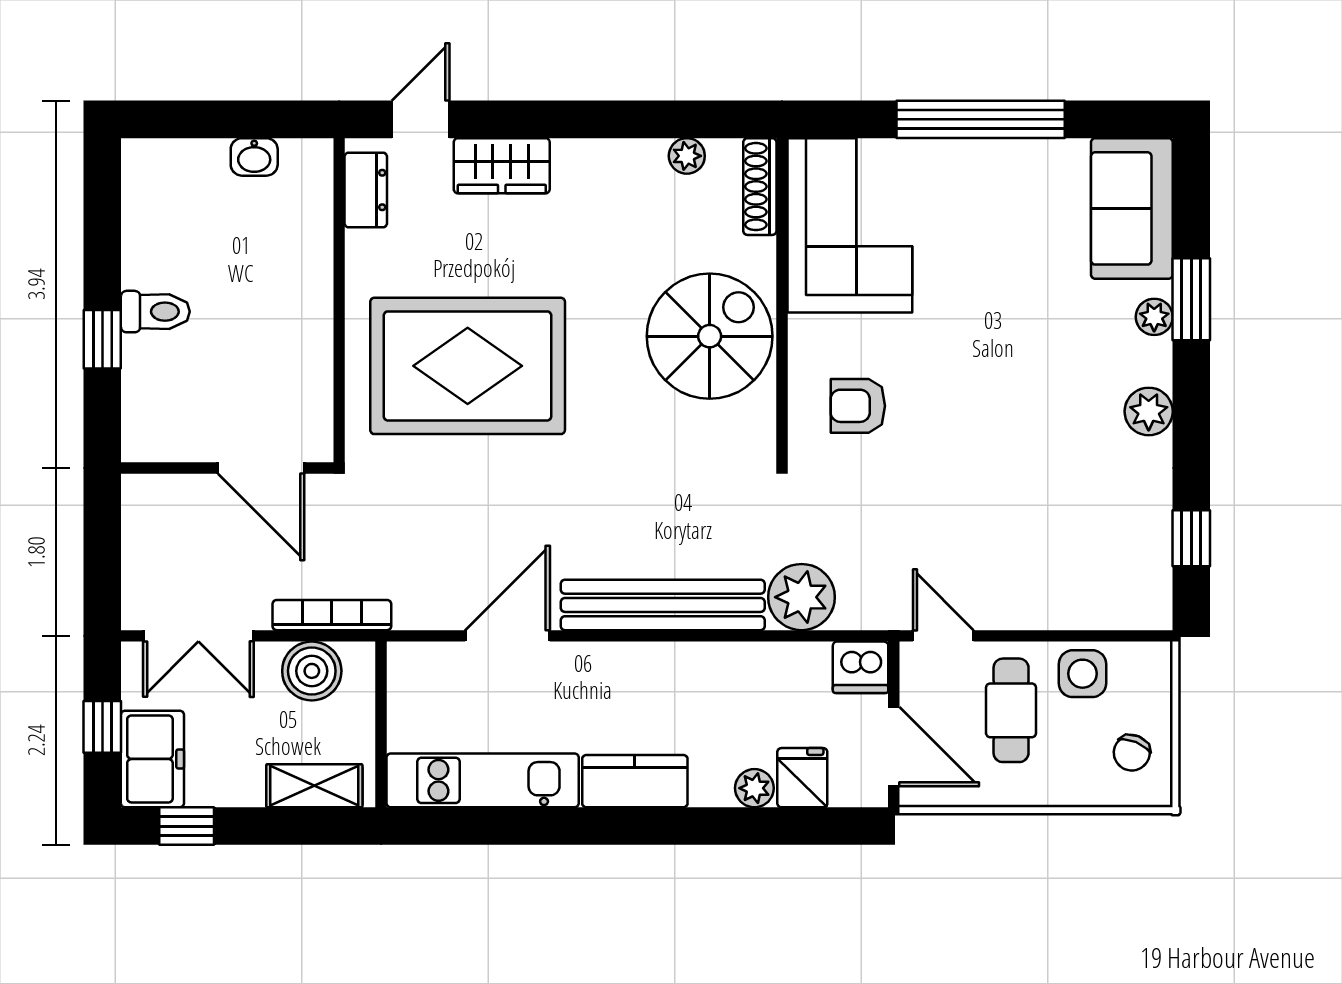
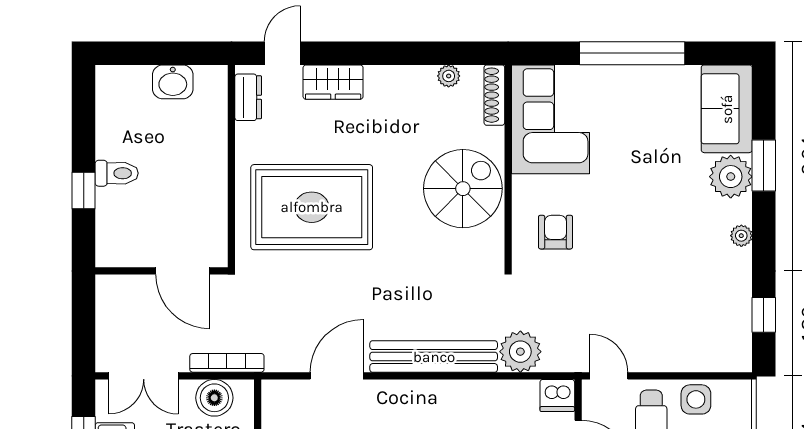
washbasin: (254, 157) -> (173, 82), width x1.38, depth x1.45
plant: (1154, 317) -> (731, 177), width x1.87, depth x1.87
armchair: (858, 406) -> (556, 232), turned 90
plant: (1149, 411) -> (741, 236), width x0.73, depth x0.73

